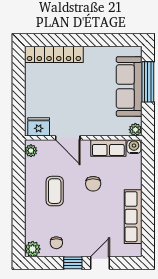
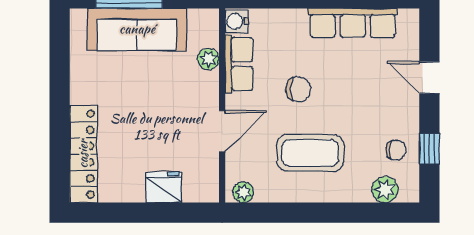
fridge: (39, 127) -> (164, 187), moved, turned 90
plant: (135, 130) -> (208, 59), moved
coffee table: (55, 191) -> (310, 153), width x1.36, depth x1.32
plant: (33, 249) -> (385, 190), moved
window: (73, 263) -> (429, 149), moved

